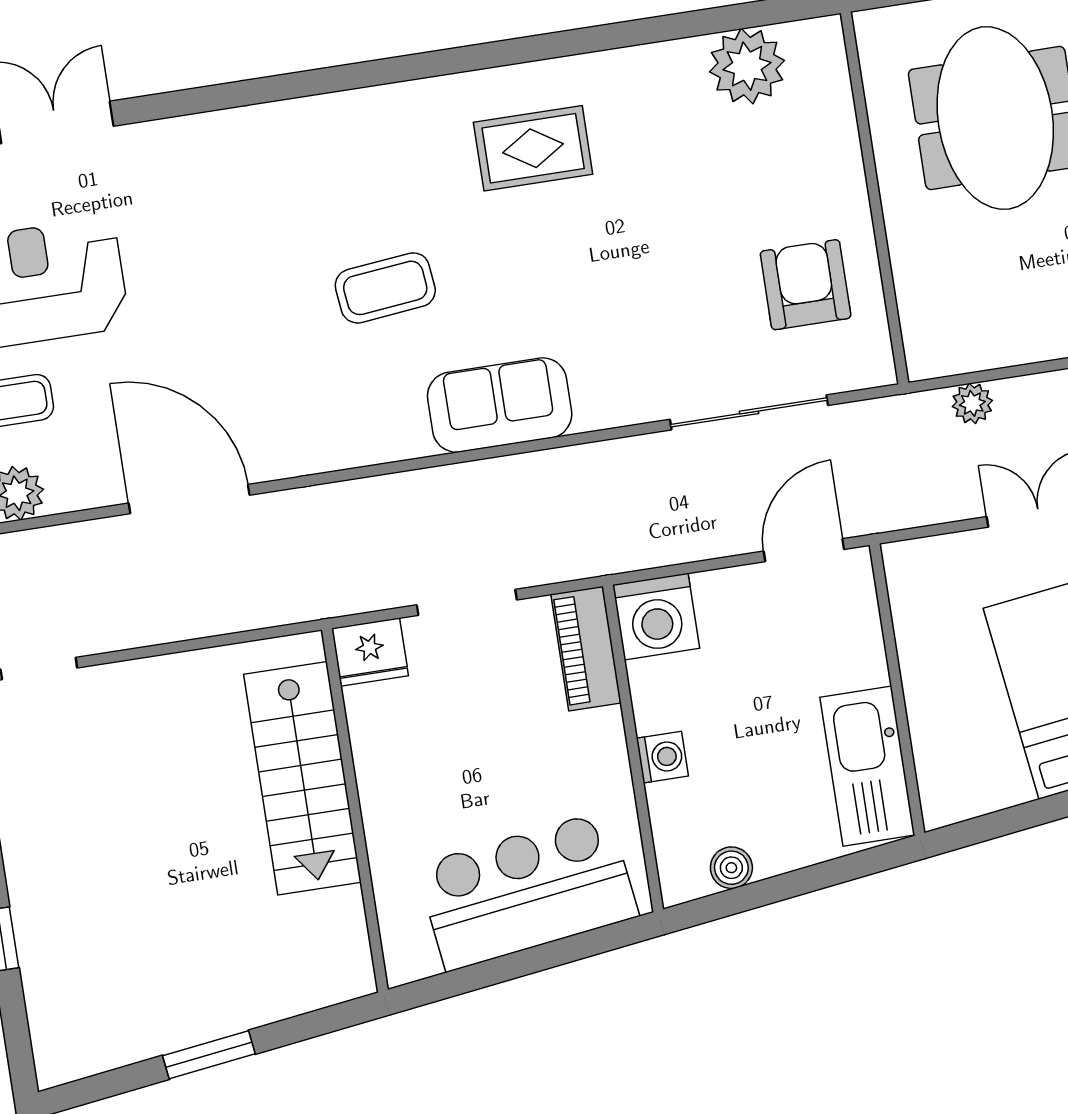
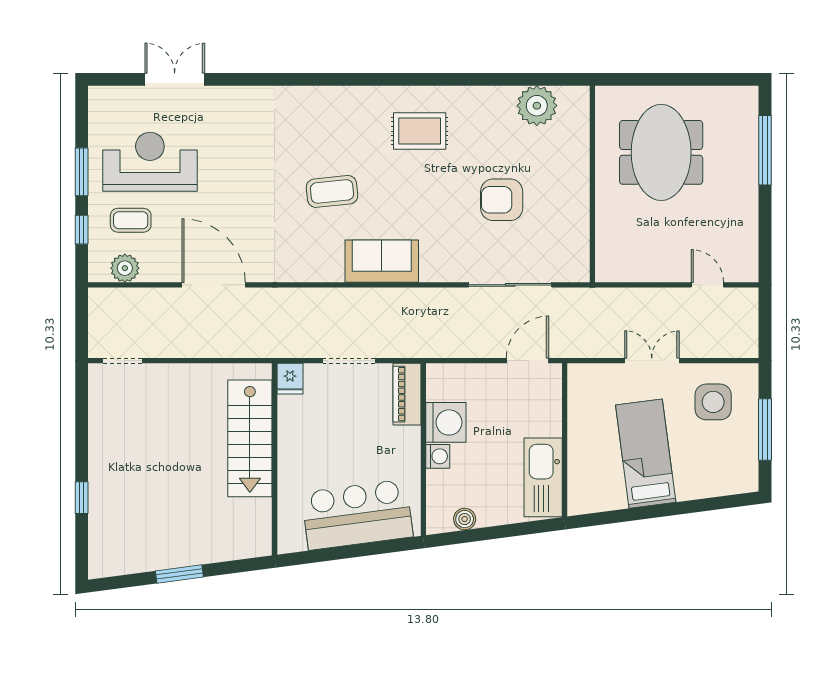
armchair: (806, 285) -> (502, 200), moved, turned -90
plant: (972, 403) -> (626, 298), removed
washing machine: (656, 616) -> (446, 422), moved, turned -90
fridge: (370, 652) -> (290, 379), width x0.72

